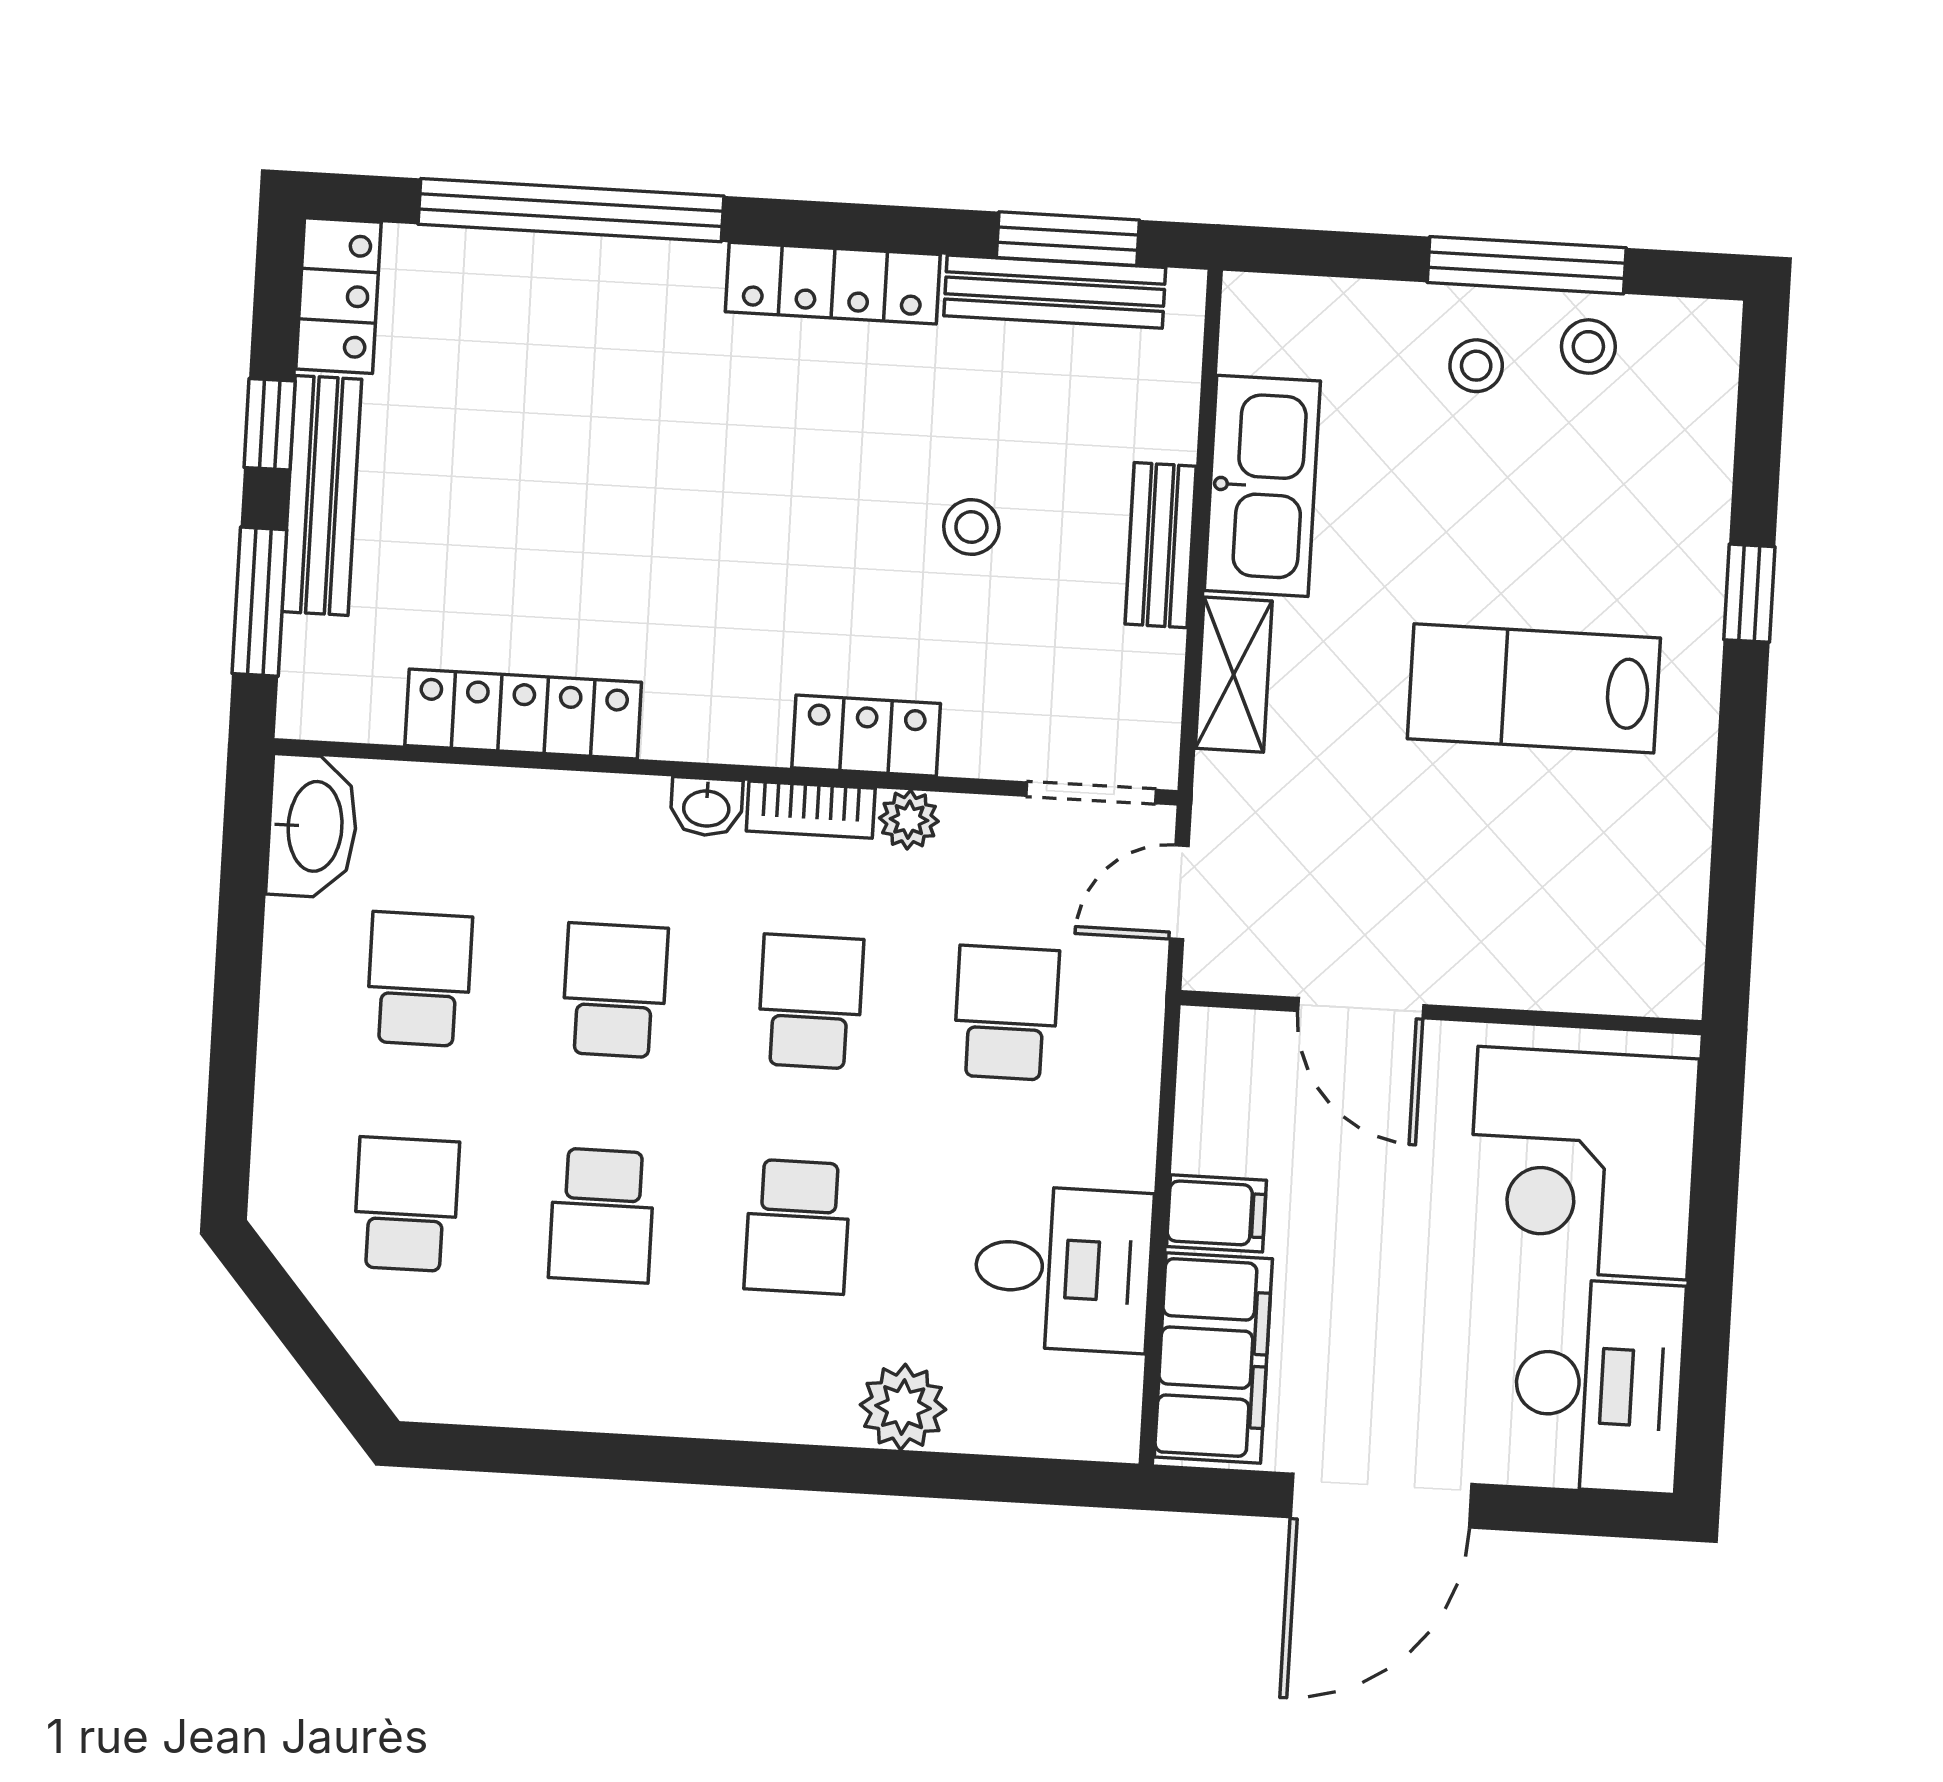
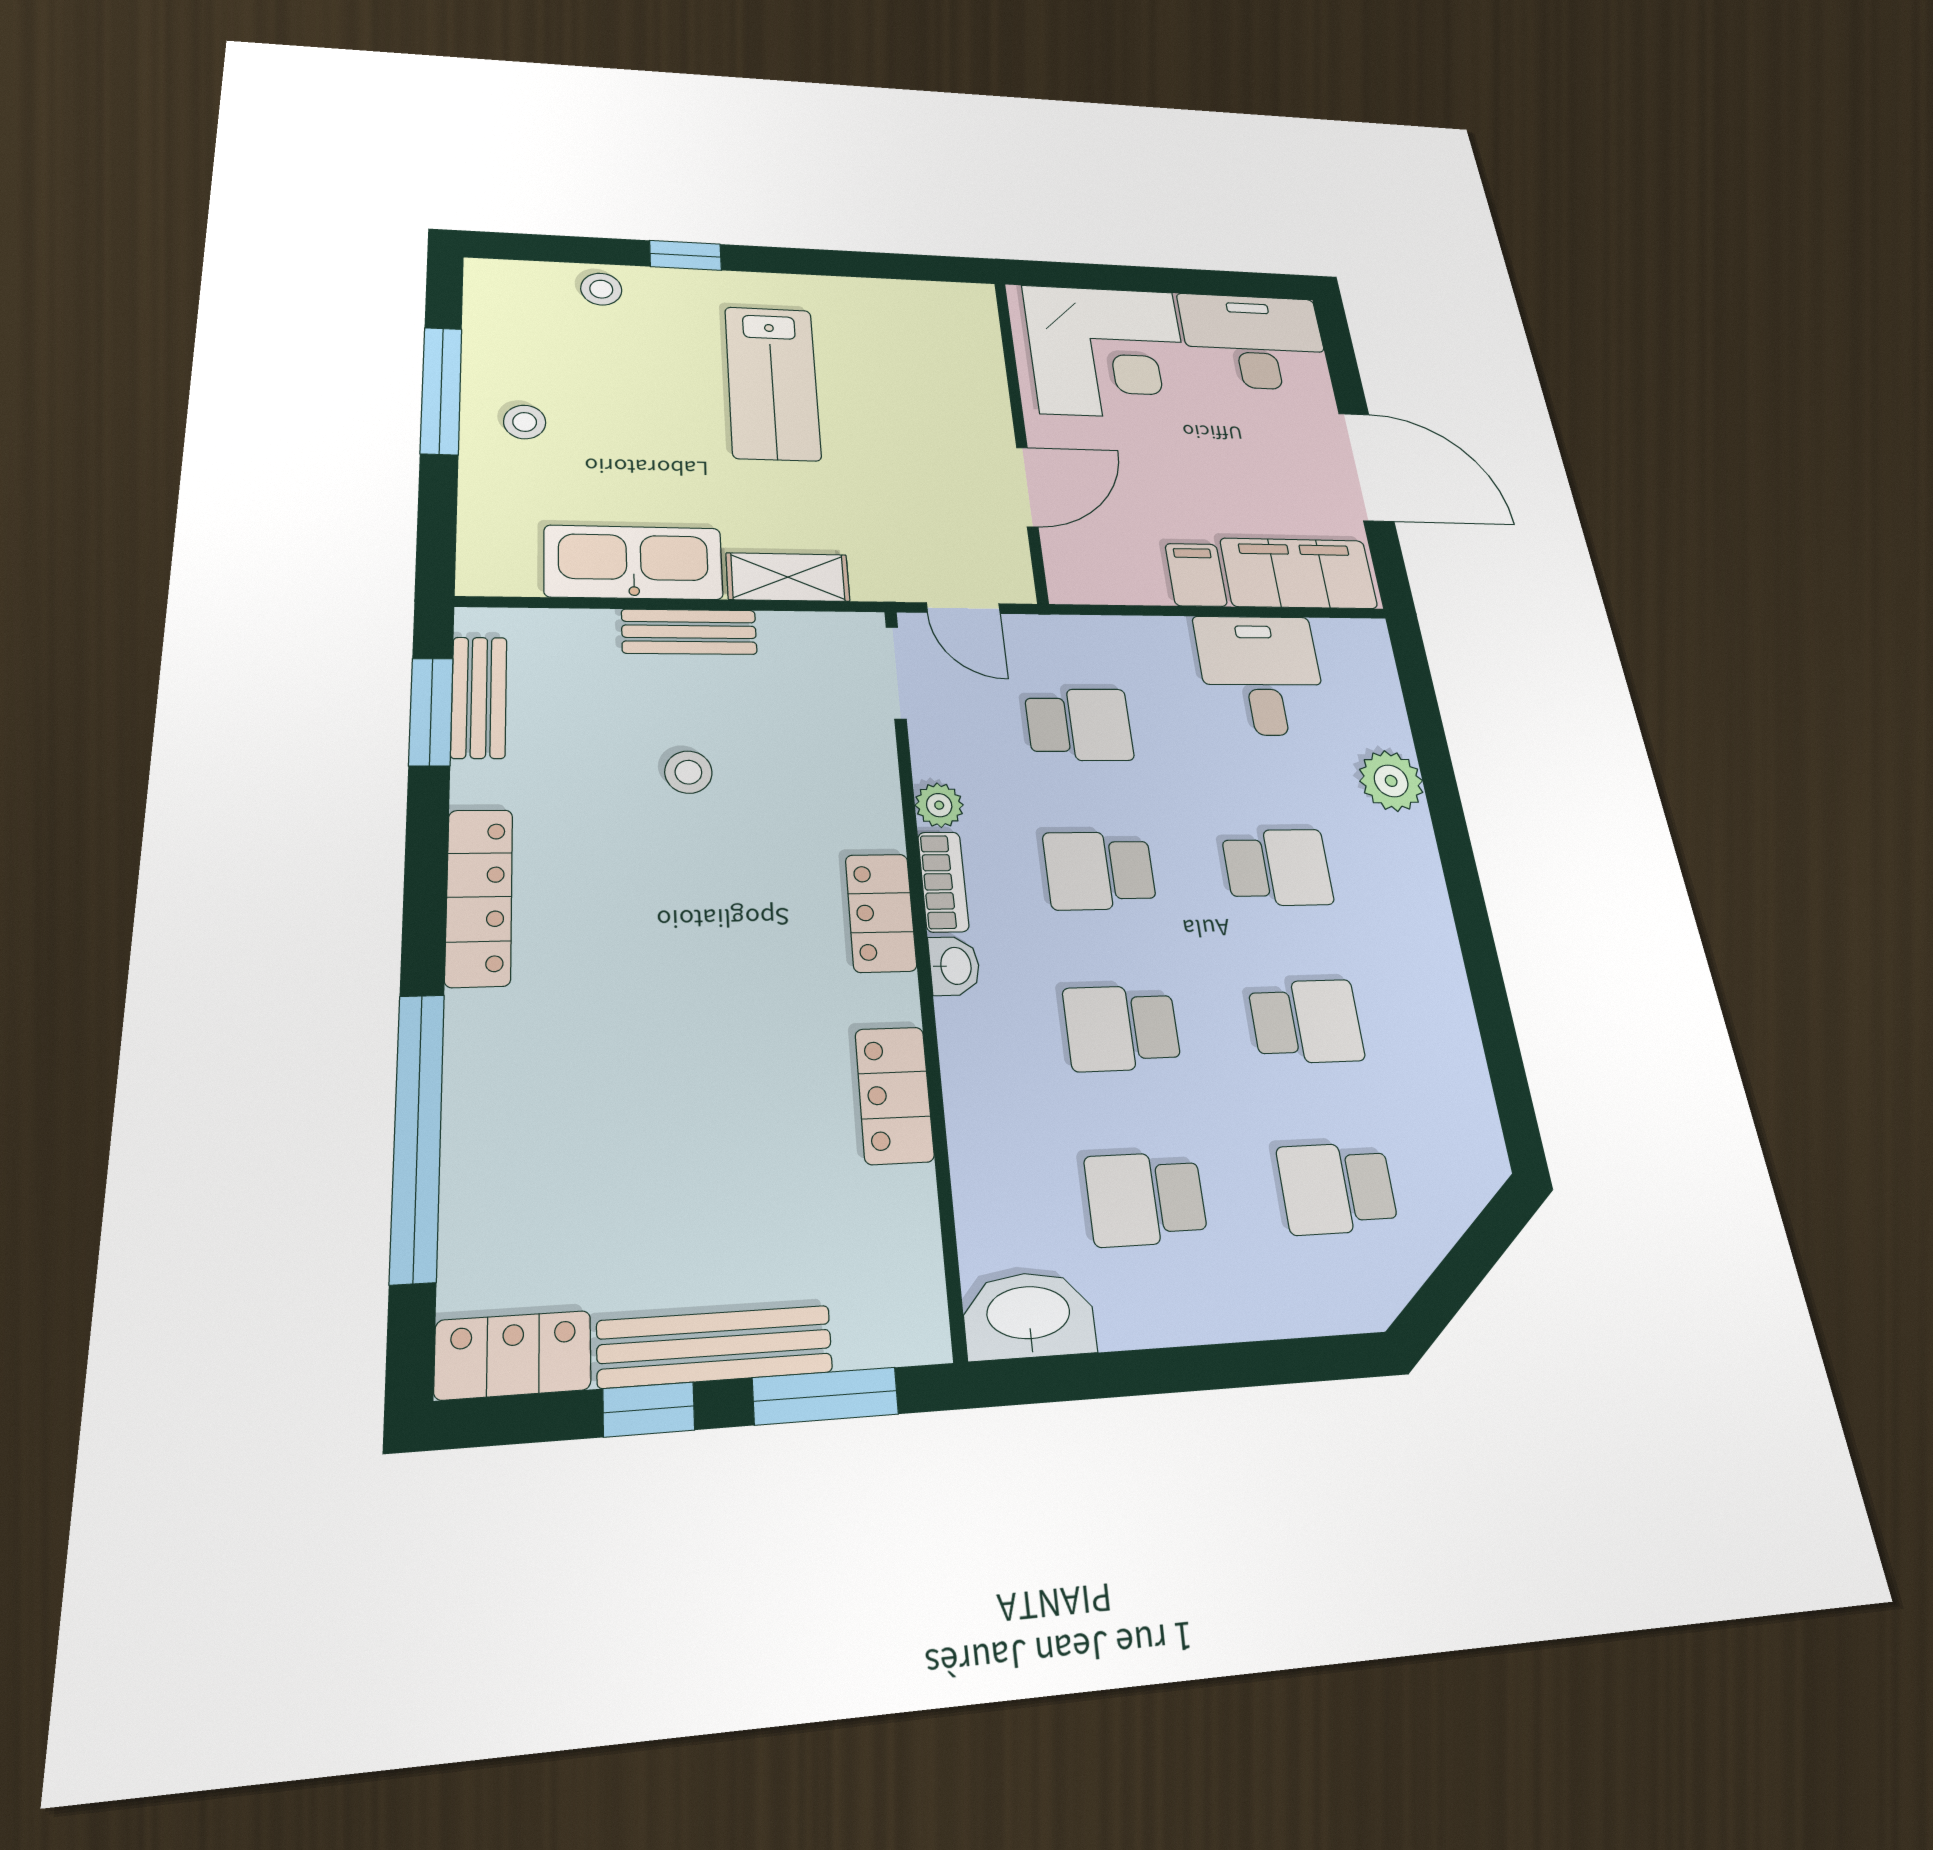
bench: (1055, 292) -> (479, 697), width x0.73
stool: (1588, 347) -> (601, 289), moved
locker: (523, 714) -> (894, 1095), width x0.66
locker: (866, 736) -> (881, 913), moved
school desk: (1006, 1013) -> (1079, 725), turned 180

